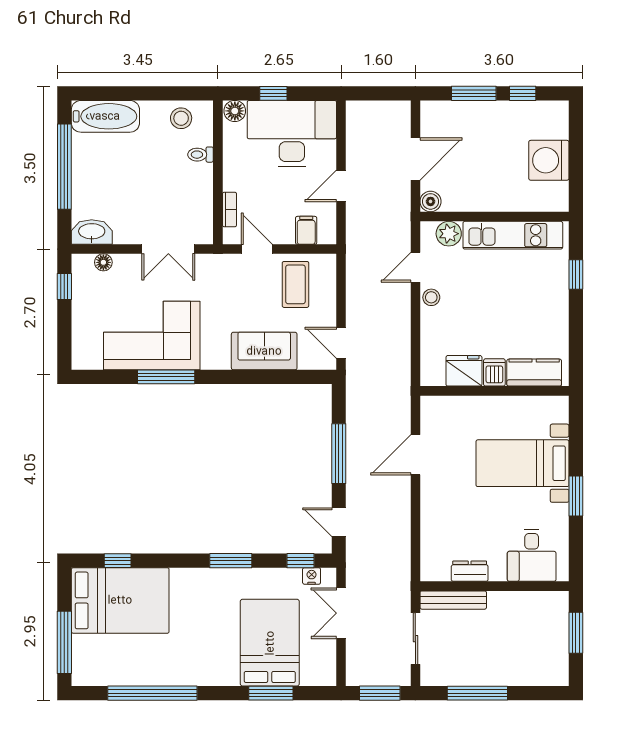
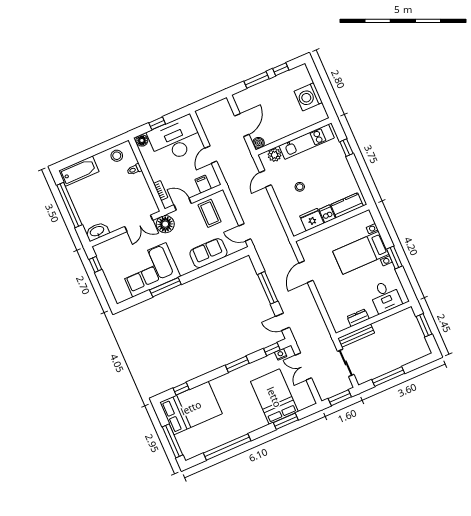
floor lamp: (103, 262) -> (165, 224), moved, width x1.89, depth x1.89
stool: (431, 297) -> (300, 187), moved

